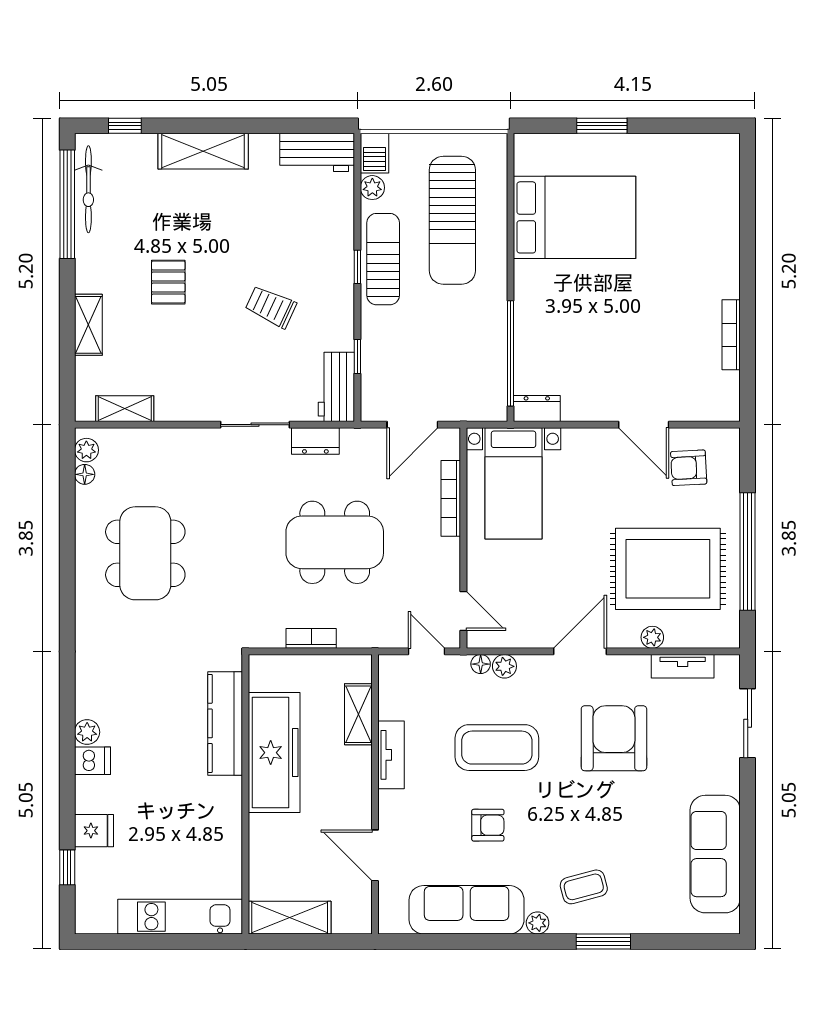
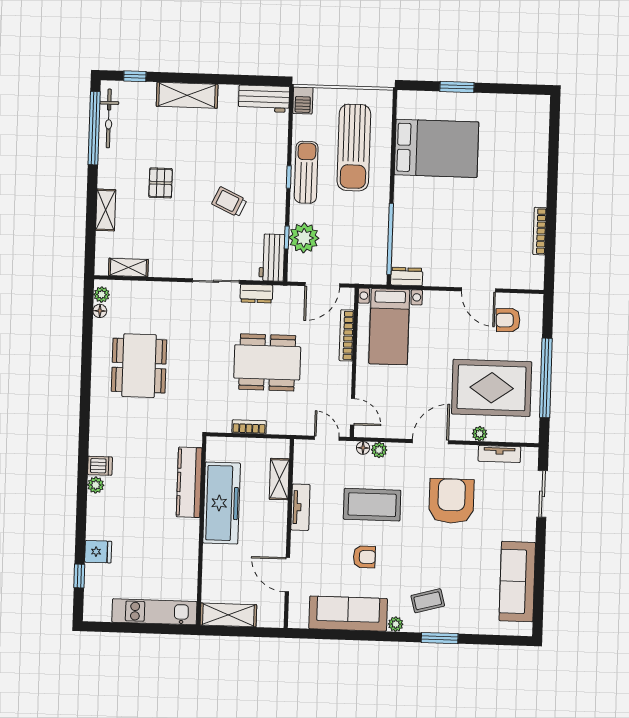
plant: (372, 188) -> (304, 238), moved, width x1.88, depth x1.88
dishwasher: (92, 761) -> (100, 466), moved

